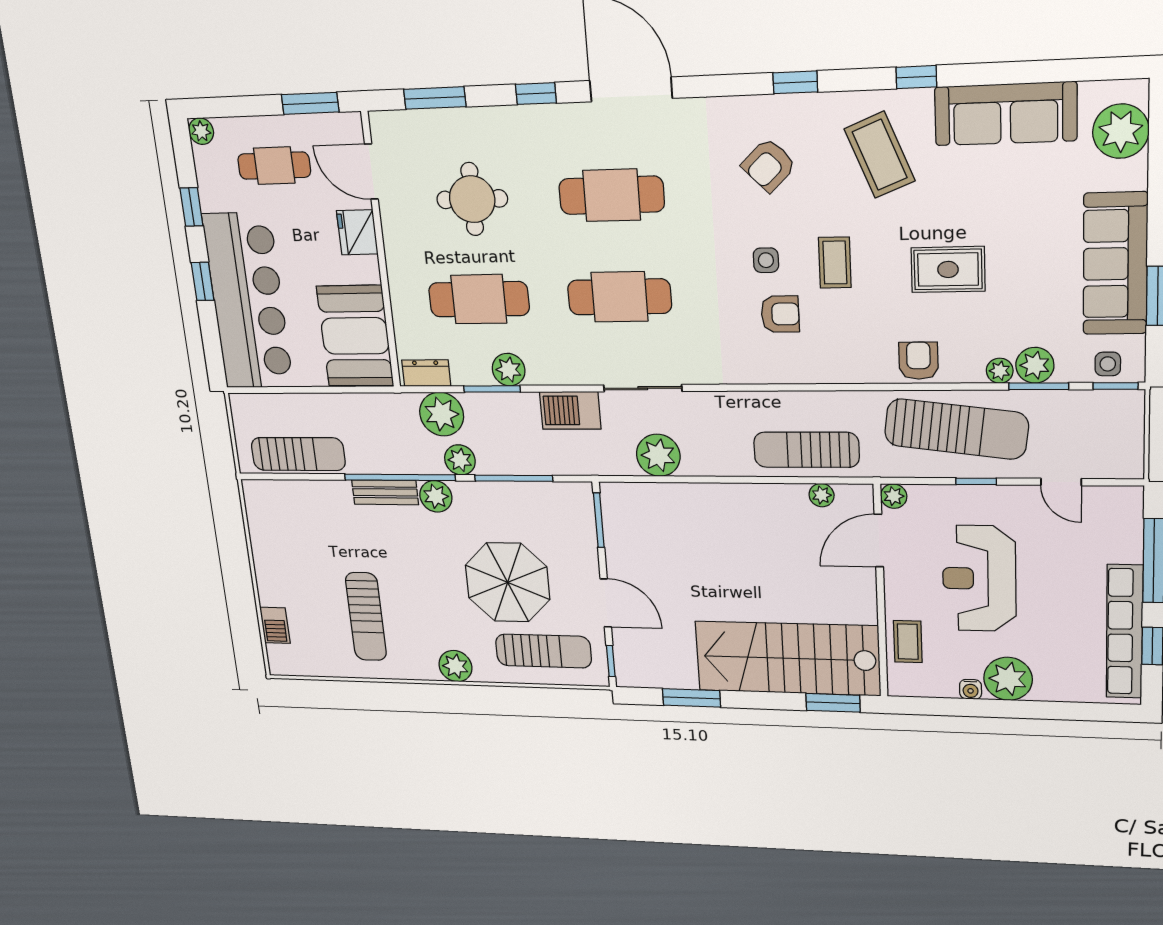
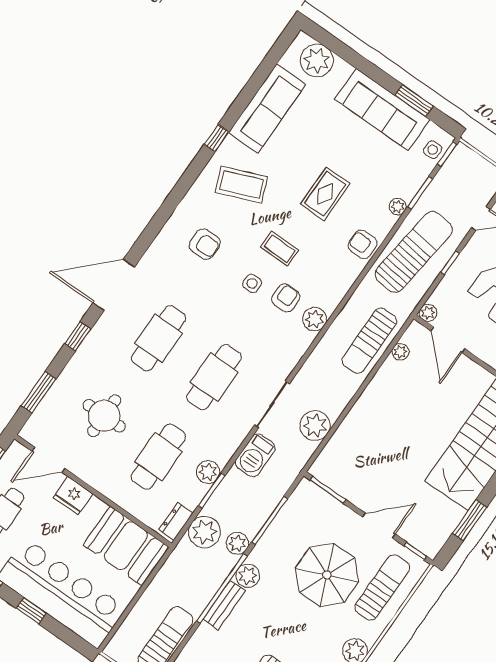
window: (795, 82) -> (174, 199), removed
armchair: (769, 165) -> (205, 244), turned -46
plant: (1035, 365) -> (315, 319), moved

